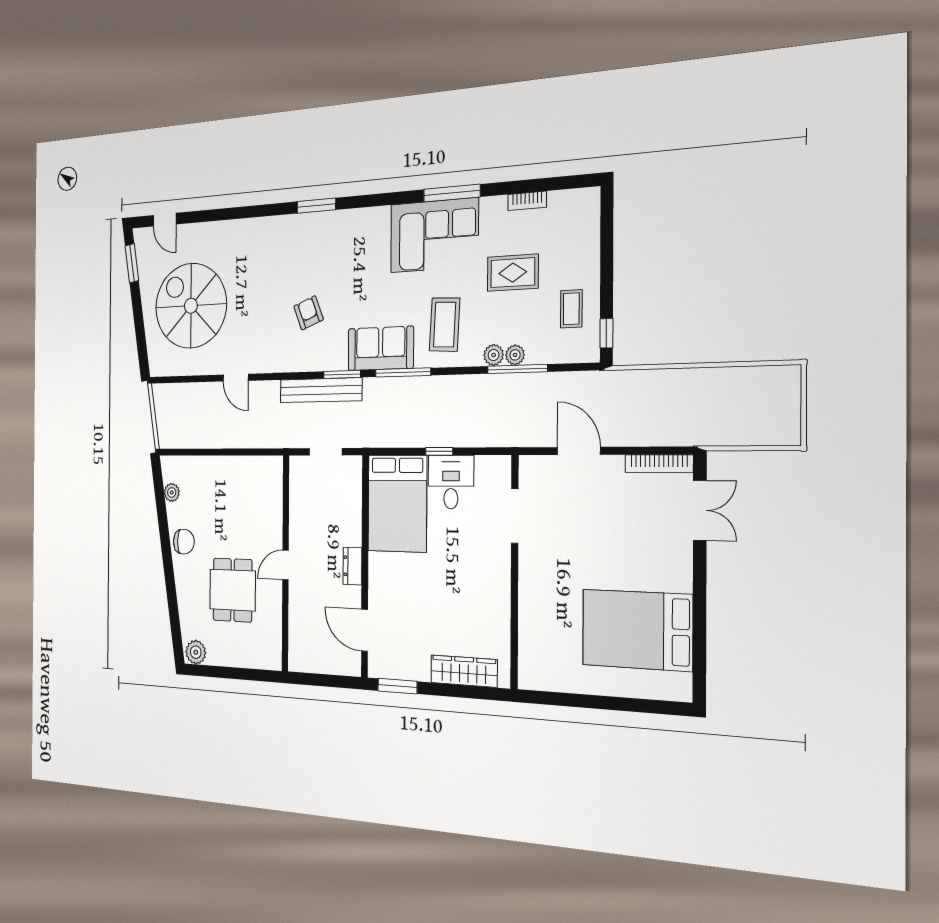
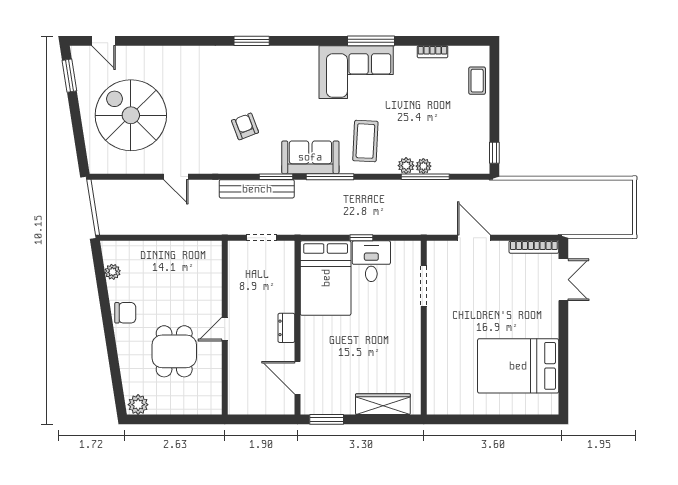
rug: (513, 273) -> (421, 105), removed
coffee table: (571, 309) -> (477, 81), moved

